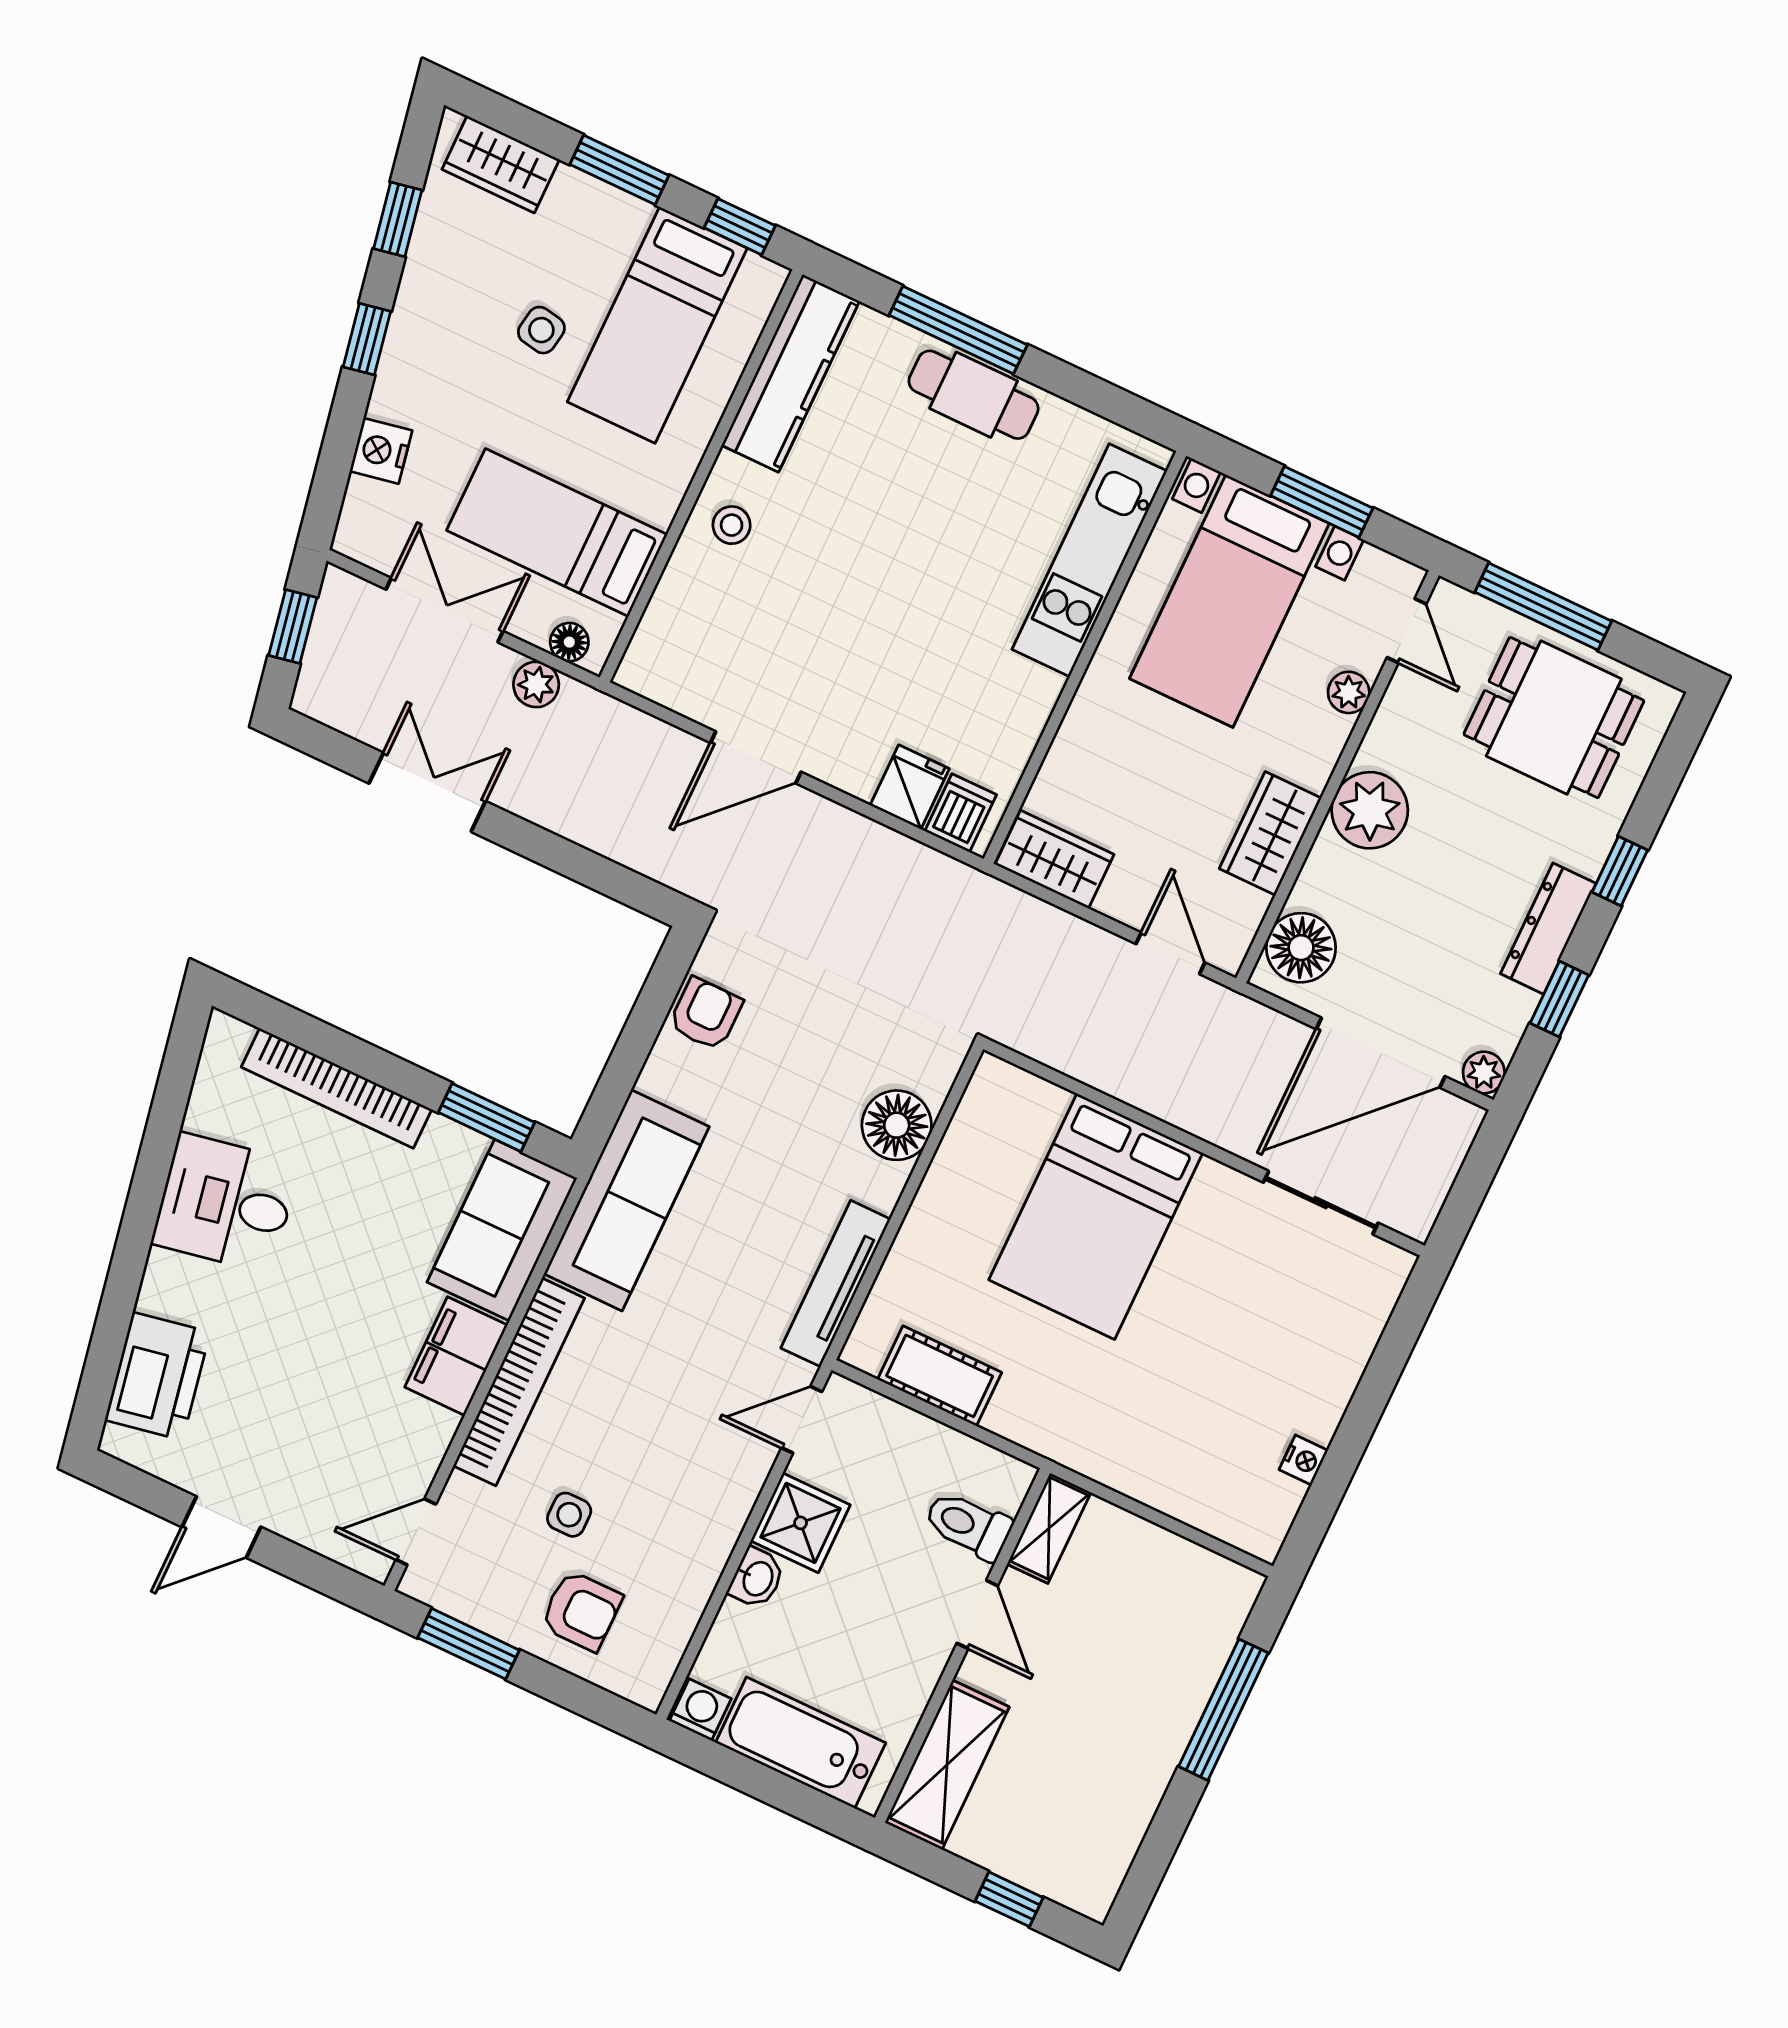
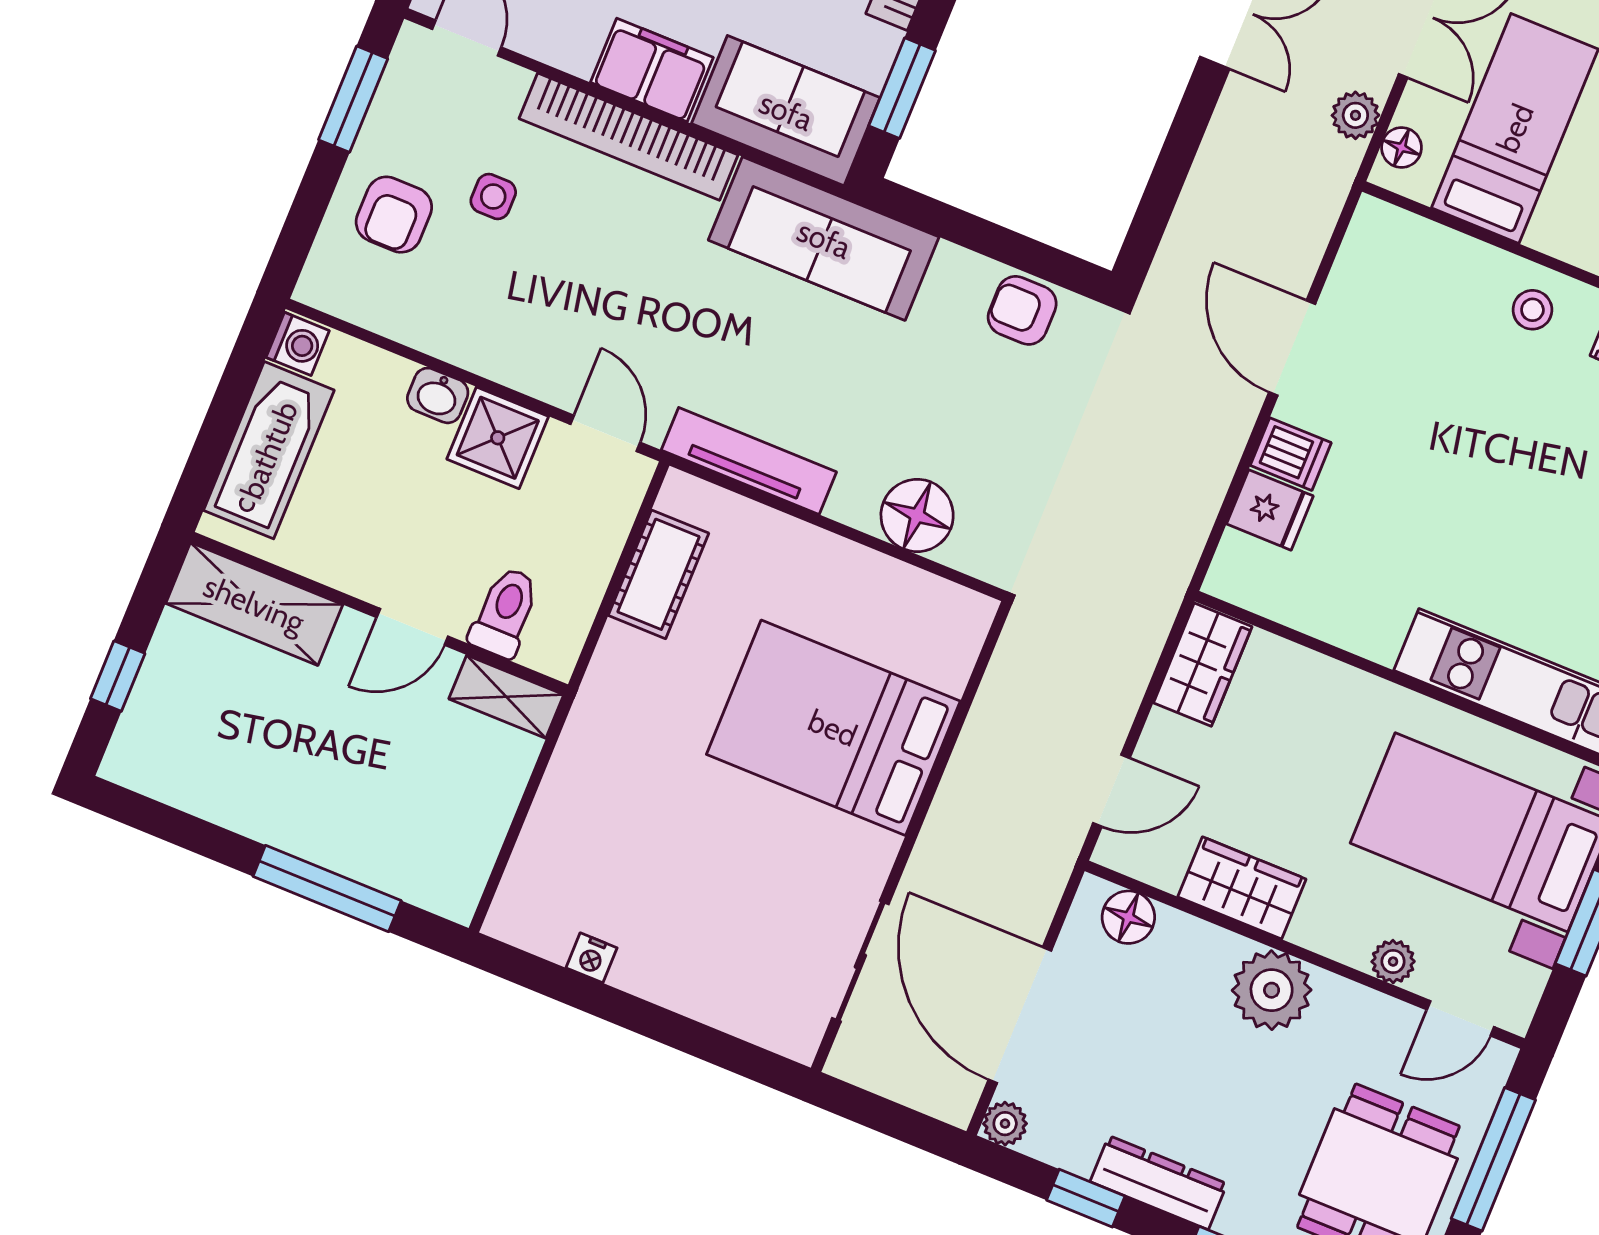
dishwasher: (961, 813) -> (1291, 454), moved
floor lamp: (1301, 948) -> (1128, 917), width x0.73, depth x0.73
armchair: (706, 1014) -> (1022, 310), turned 180

